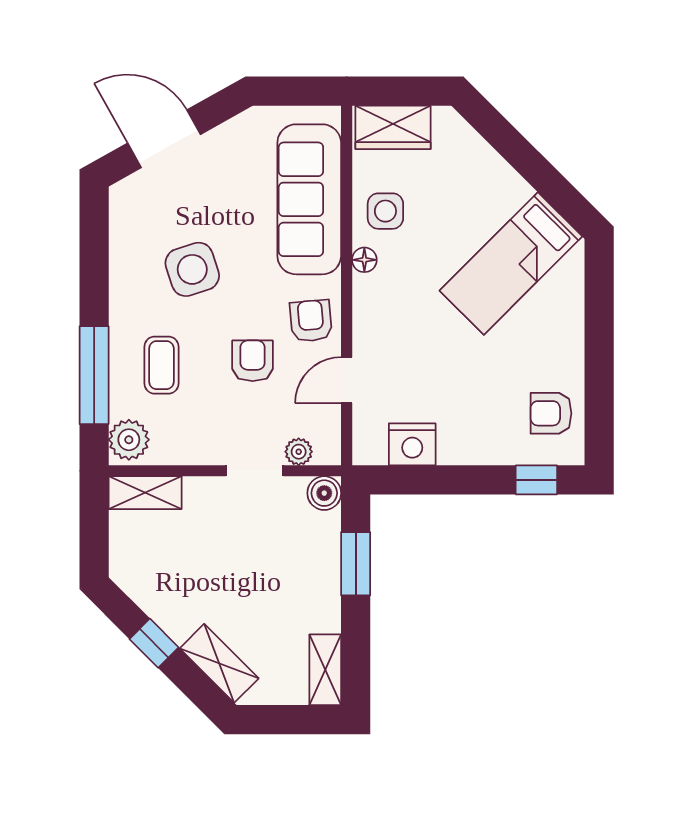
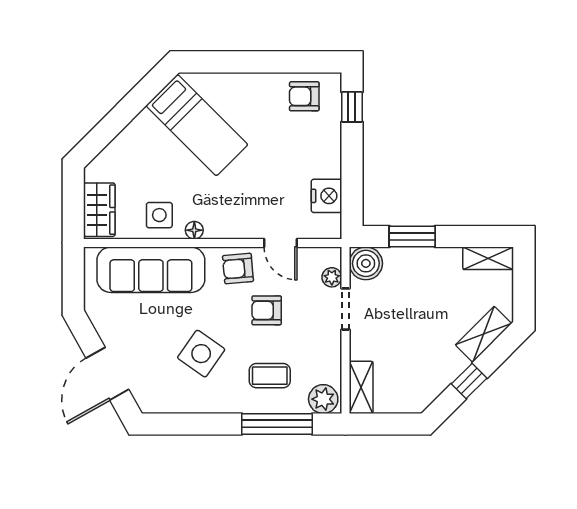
side table: (192, 269) -> (201, 354), turned -37
armchair: (551, 413) -> (304, 96), turned 90
boiler: (324, 493) -> (366, 263), width x1.36, depth x1.36

